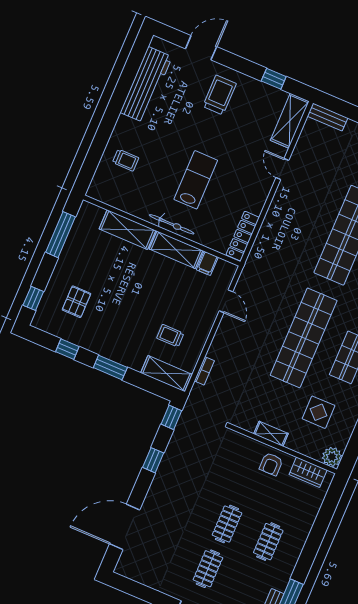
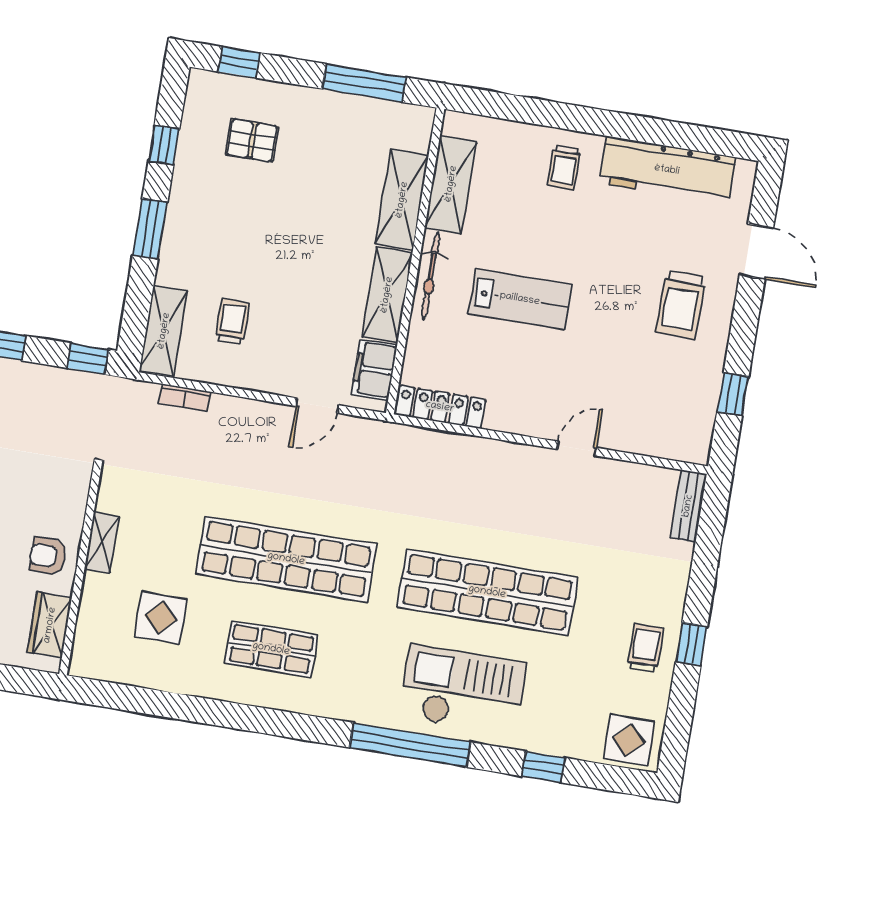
trolley: (220, 95) -> (681, 305), turned 91
shelving: (290, 121) -> (451, 184), moved, turned 90
trolley: (126, 160) -> (564, 167), moved
filing cabinet: (207, 263) -> (374, 370), width x2.00
plant: (332, 457) -> (87, 661), removed

